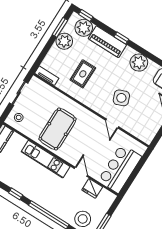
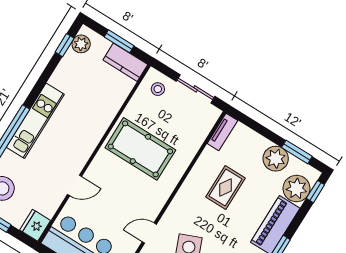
rug: (83, 74) -> (225, 188), turned 90
kitchen unit: (46, 159) -> (35, 121), moved, turned 180
fridge: (92, 188) -> (35, 225), moved
window: (16, 194) -> (40, 85), removed

